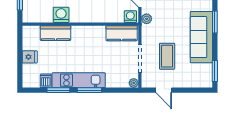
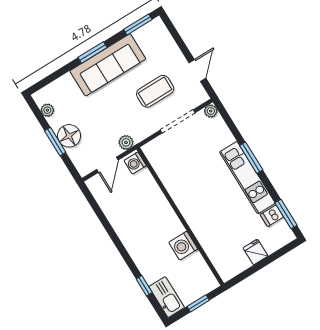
window: (215, 22) -> (93, 52), moved
kitchen counter: (55, 33) -> (209, 239), removed
kitchen counter: (122, 33) -> (161, 161), removed
window: (58, 90) -> (286, 214), moved

